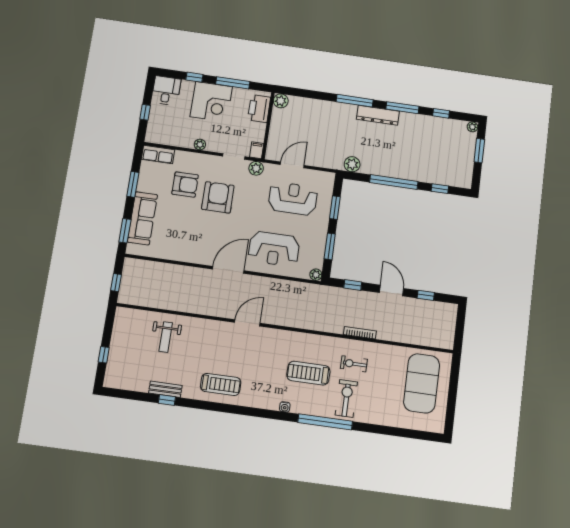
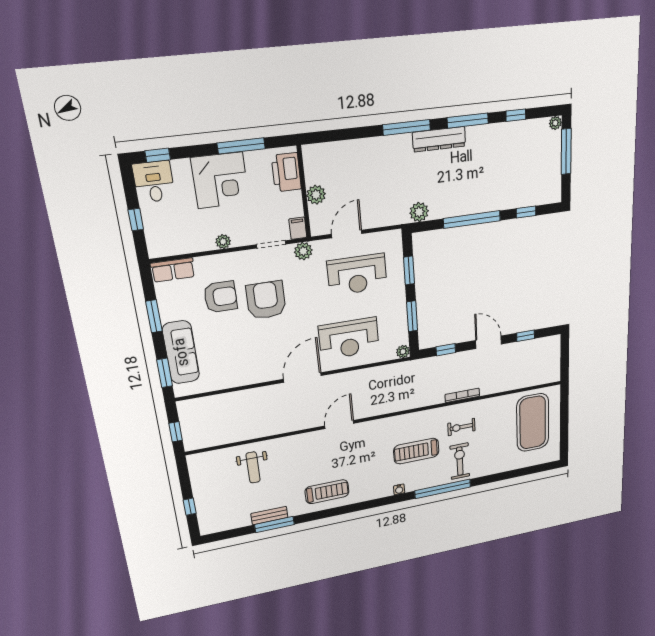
window: (194, 77) -> (158, 155), moved
plant: (281, 101) -> (316, 195), moved
window: (479, 151) -> (566, 152), width x1.44
reception desk: (293, 199) -> (357, 275), turned 180
window: (167, 400) -> (274, 524), width x2.17

